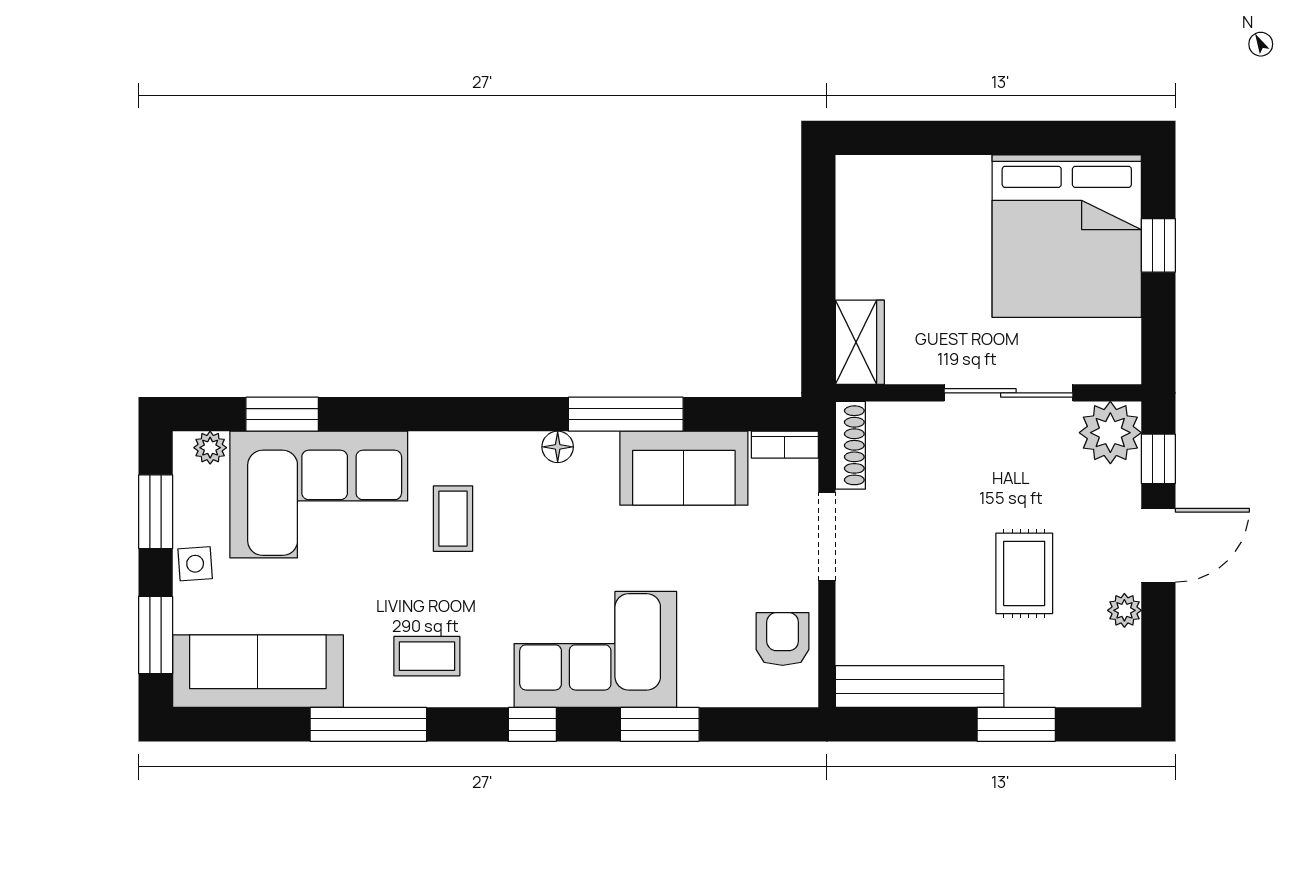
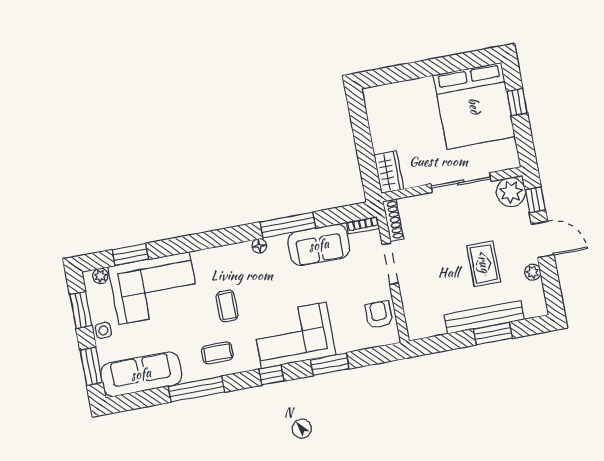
coffee table: (453, 519) -> (227, 306), moved
door: (1158, 545) -> (543, 239), hinge flipped
bench: (920, 686) -> (484, 317), moved

